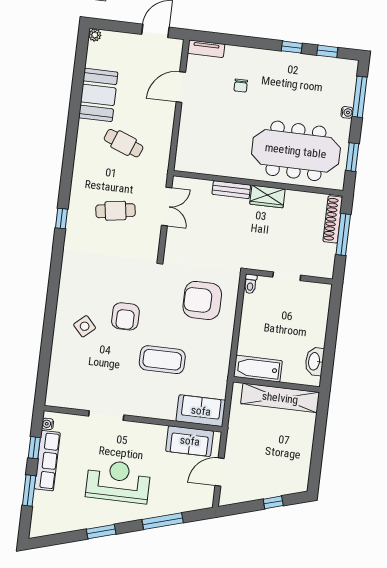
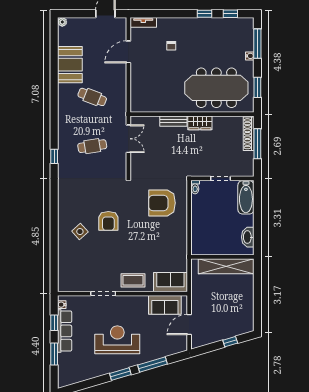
coffee table: (162, 360) -> (133, 280), moved, width x0.73, depth x0.76
bathtub: (258, 369) -> (246, 197), moved, turned -90
window: (101, 532) -> (120, 374), moved

